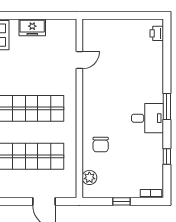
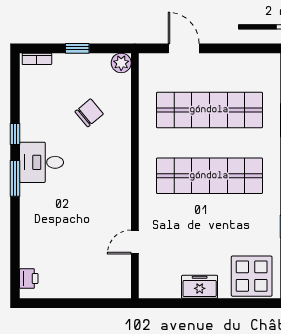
chair: (101, 145) -> (89, 113), moved, turned 50
window: (167, 156) -> (15, 134), moved
plant: (89, 177) -> (121, 63), moved

